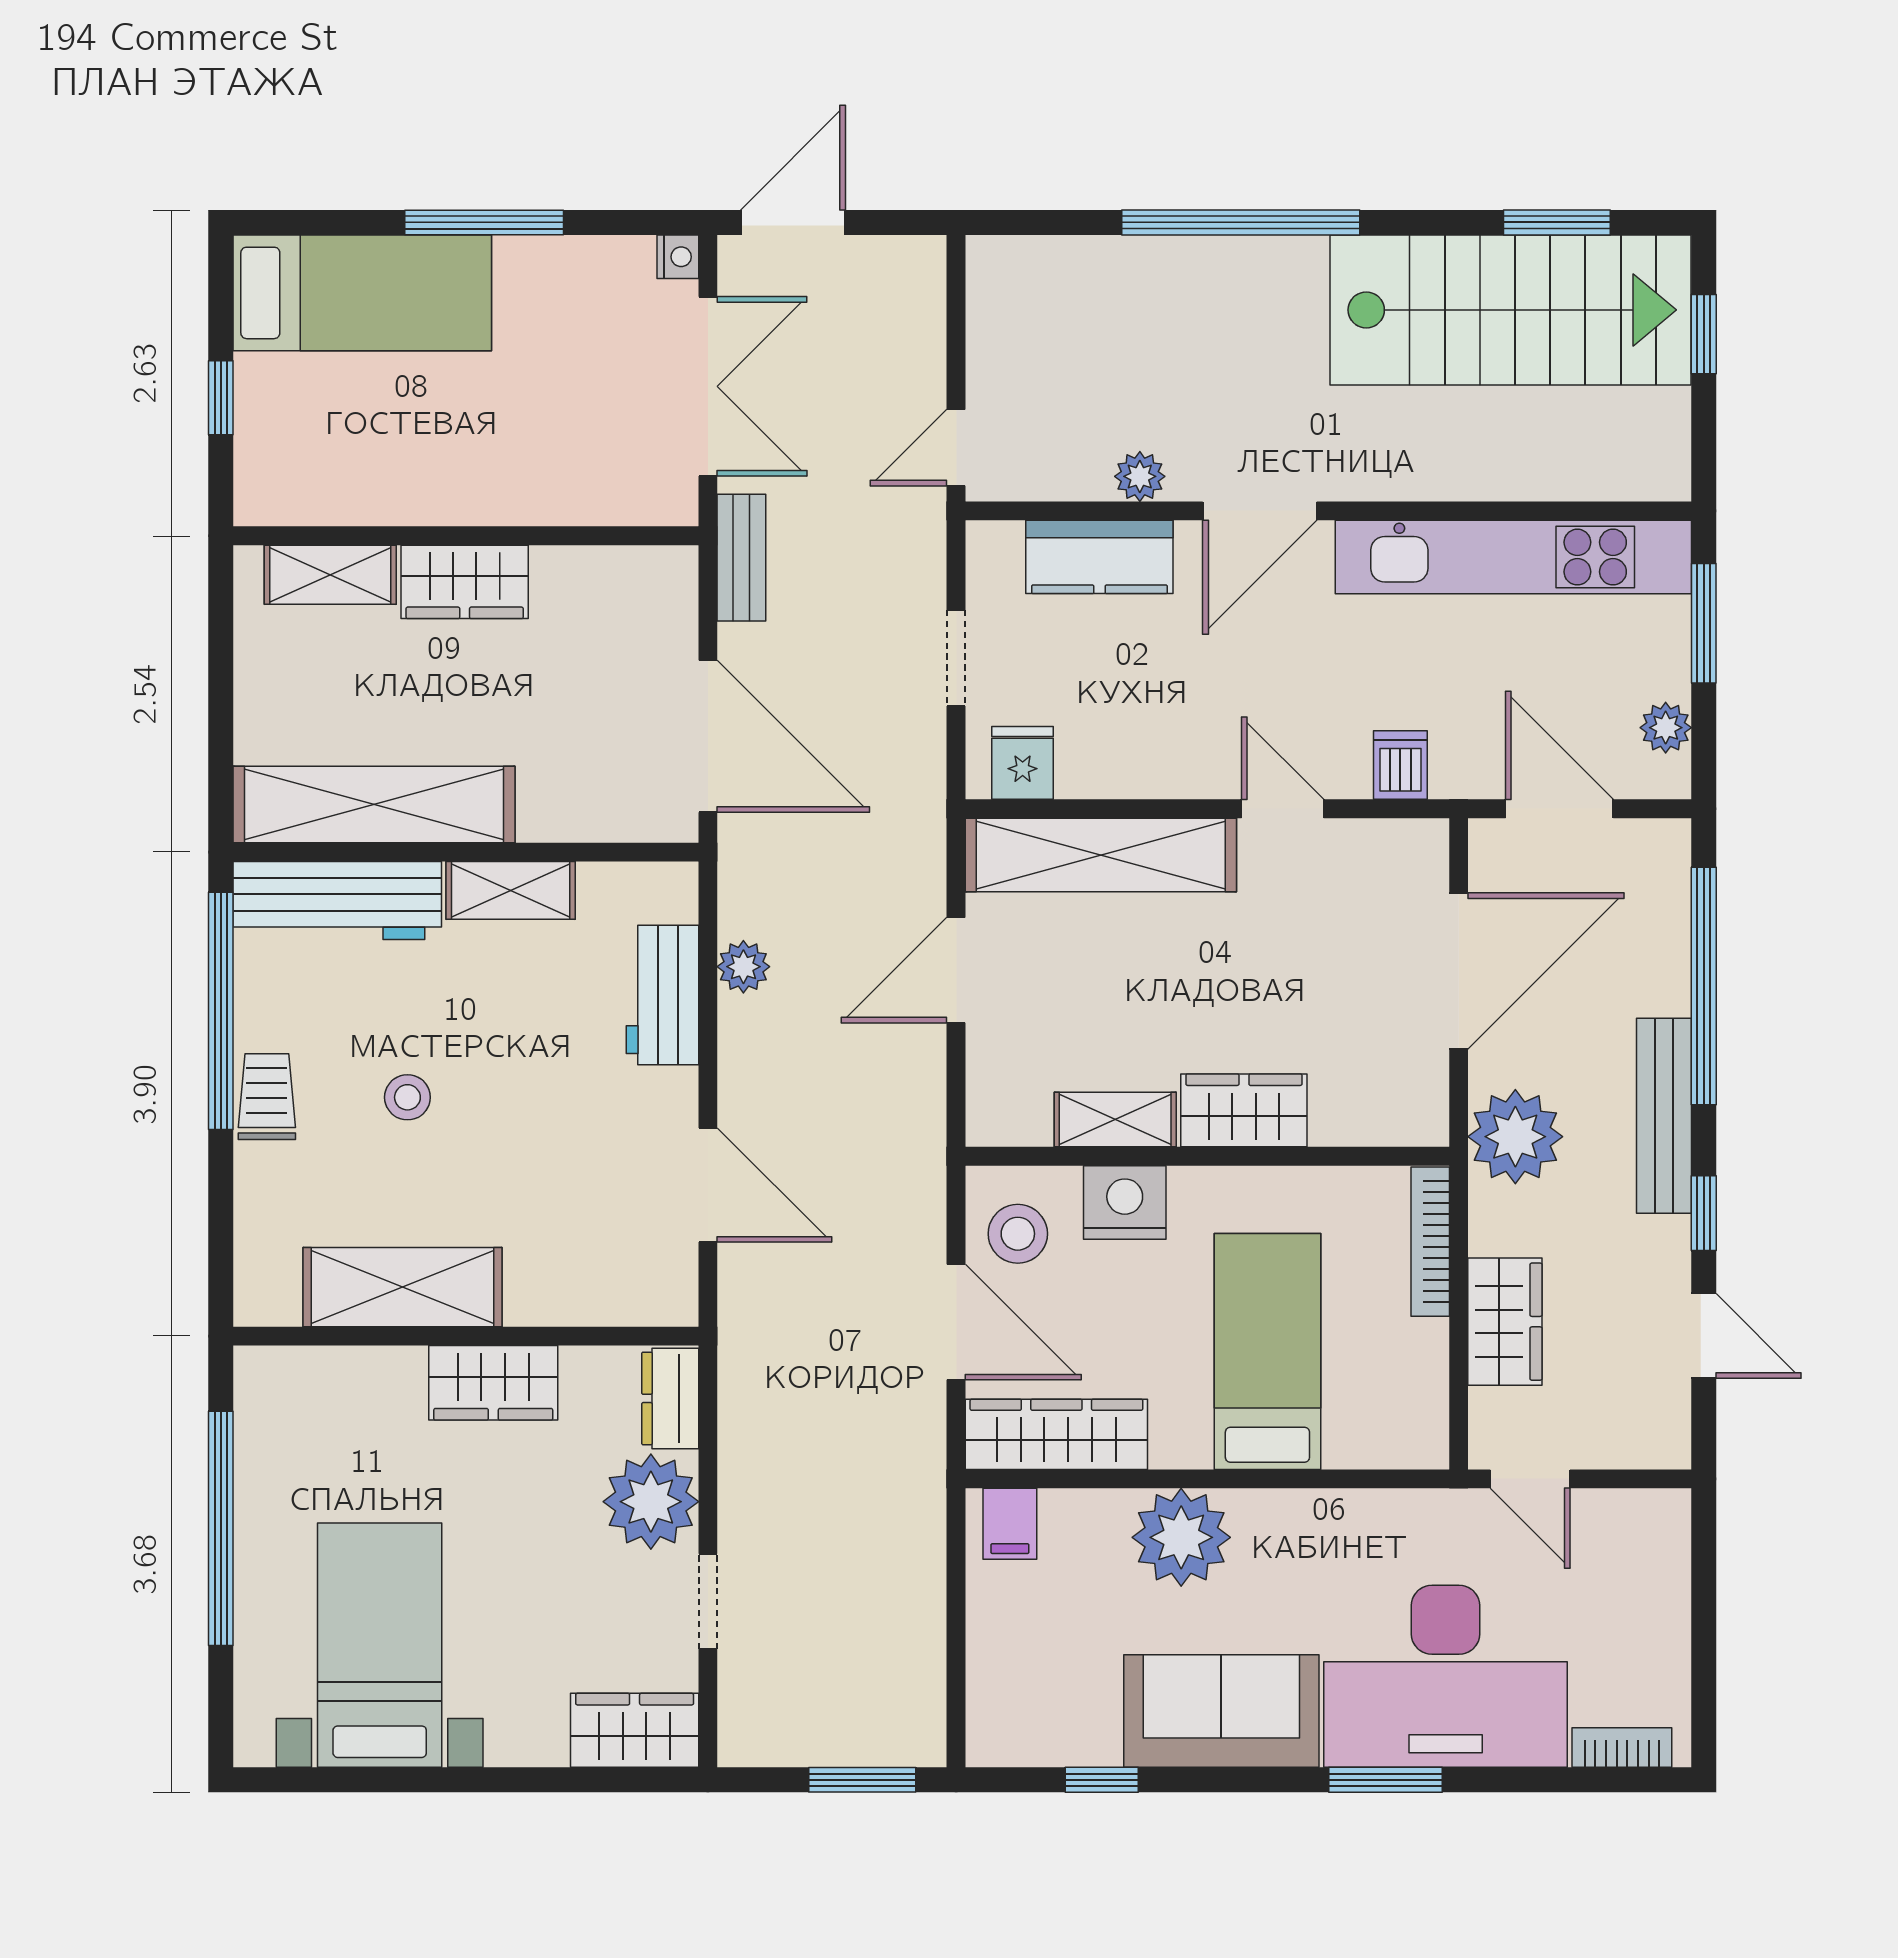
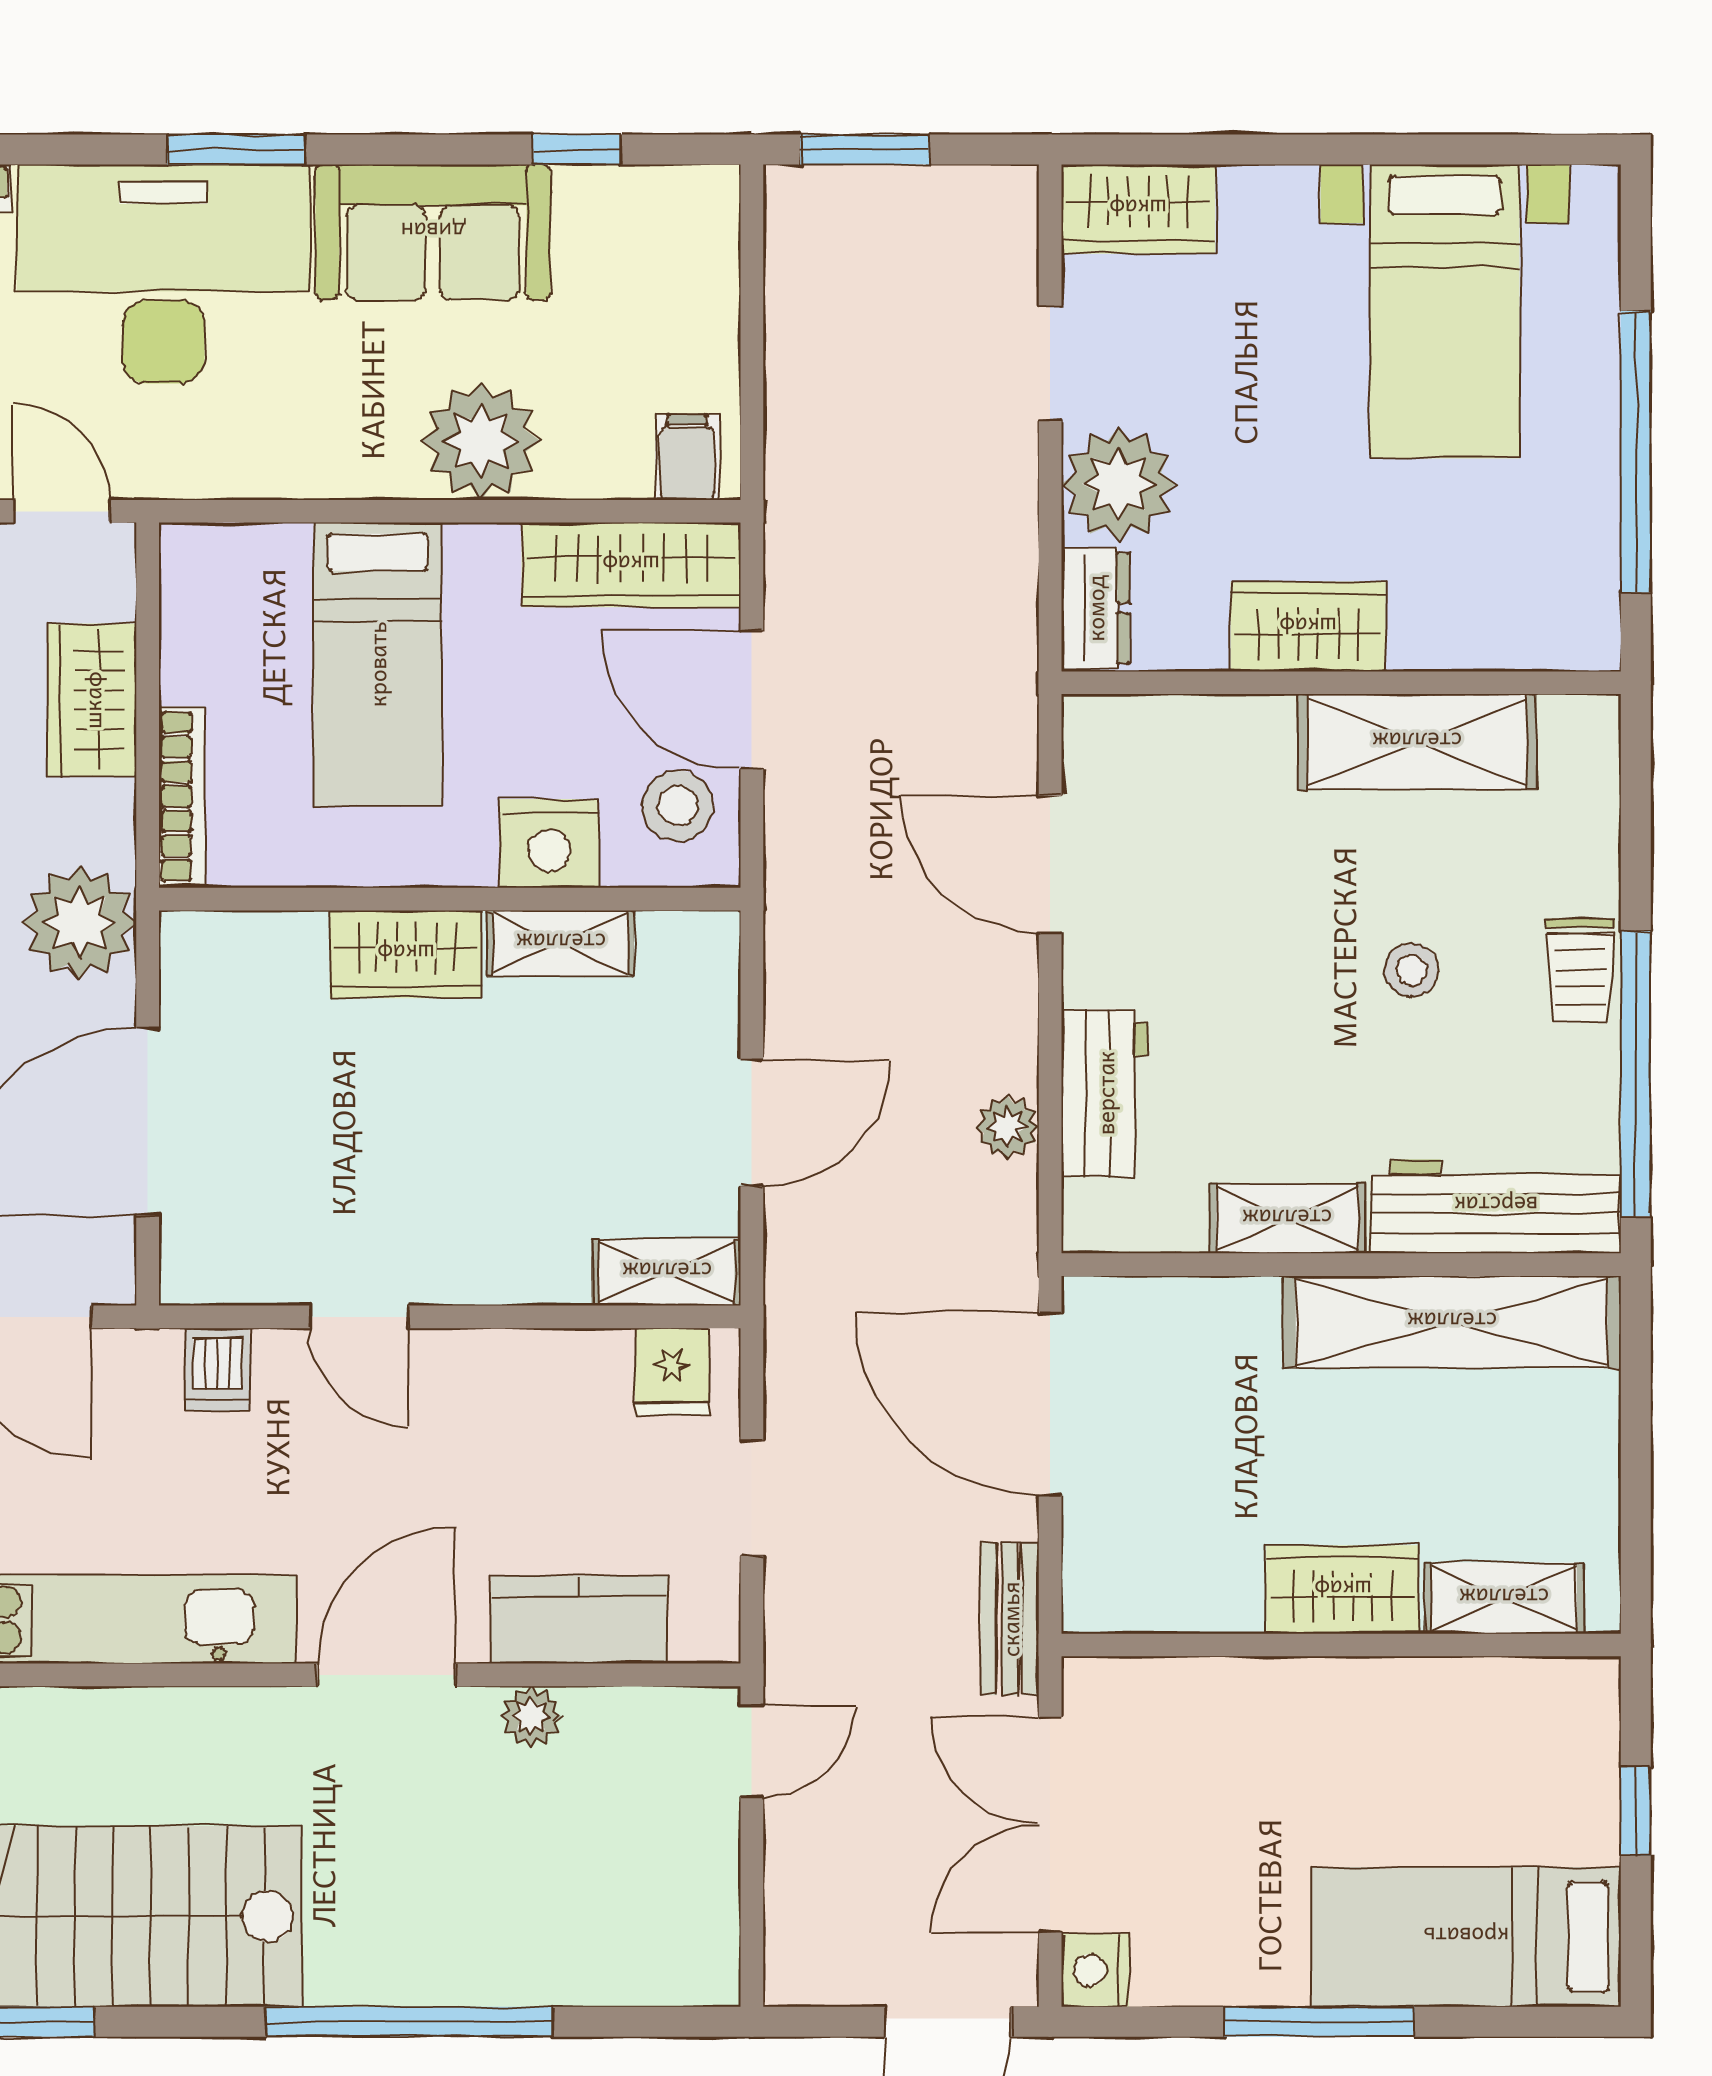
nightstand: (678, 257) -> (1095, 1970), width x1.39, depth x1.35
shelving: (1101, 855) -> (667, 1272), width x0.45, depth x0.75

